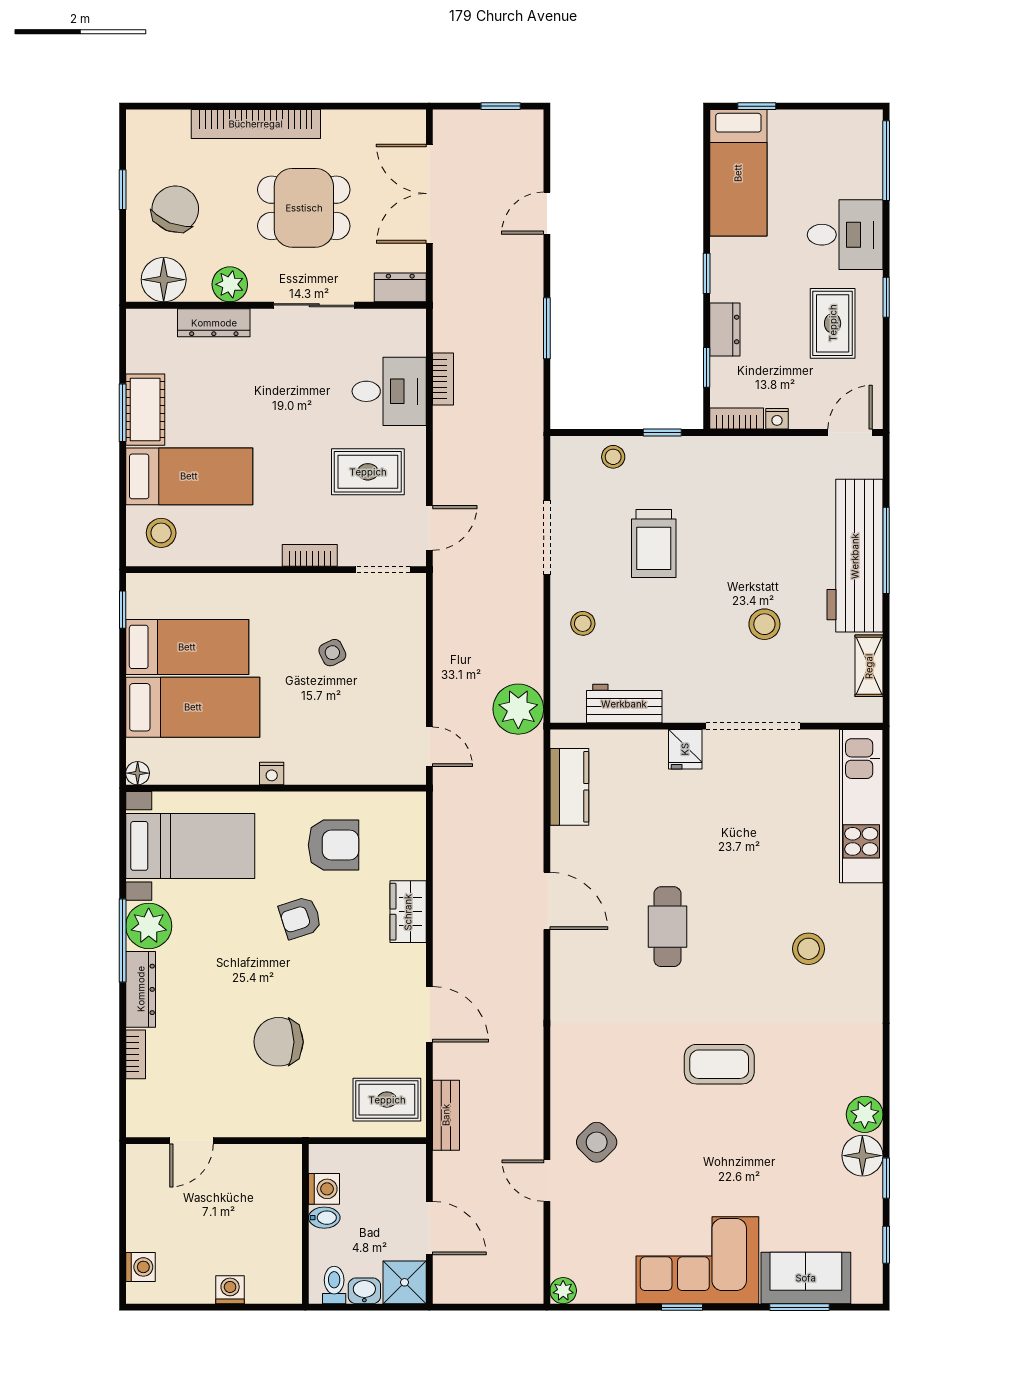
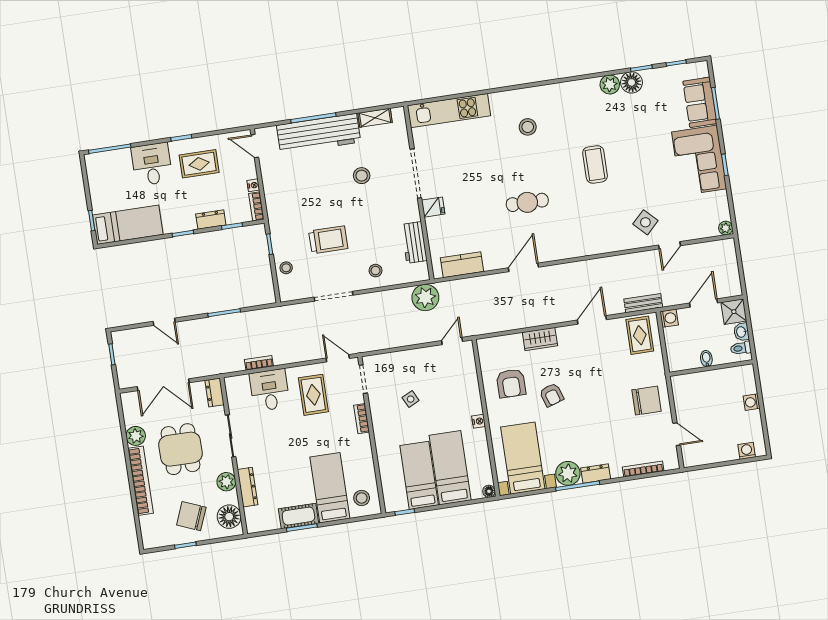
plant: (341, 128) -> (136, 436), added
armchair: (333, 845) -> (511, 383), turned 180
dresser: (141, 989) -> (596, 474), width x0.70
chair: (279, 1042) -> (647, 401), moved, turned -90
bookcase: (136, 1054) -> (643, 469), width x1.56
washing machine: (324, 1189) -> (669, 318), moved, turned 90

